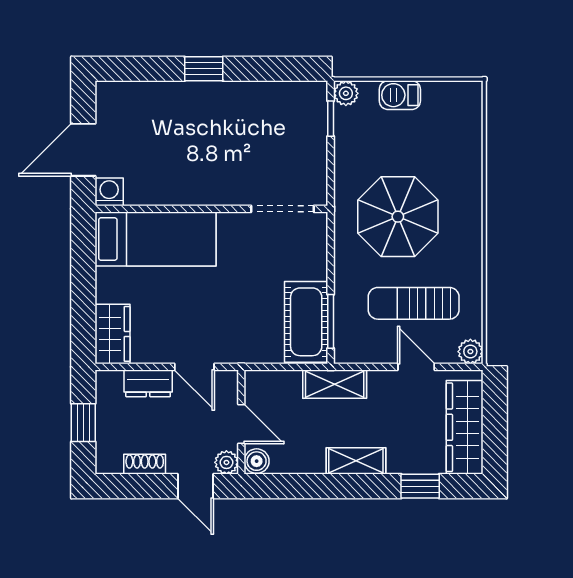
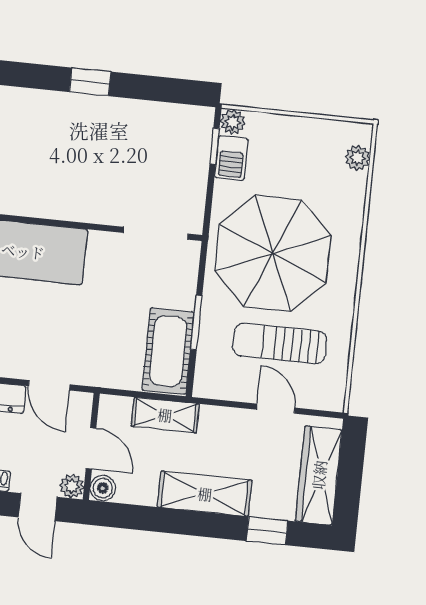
barbecue: (400, 95) -> (231, 158), moved, turned -90
parasol: (398, 217) -> (273, 253), width x1.36, depth x1.36
window: (331, 321) -> (196, 323), moved
plant: (470, 352) -> (357, 158), moved
shelving: (335, 384) -> (165, 415), moved
shelving: (356, 461) -> (205, 494), width x1.50, depth x1.33

